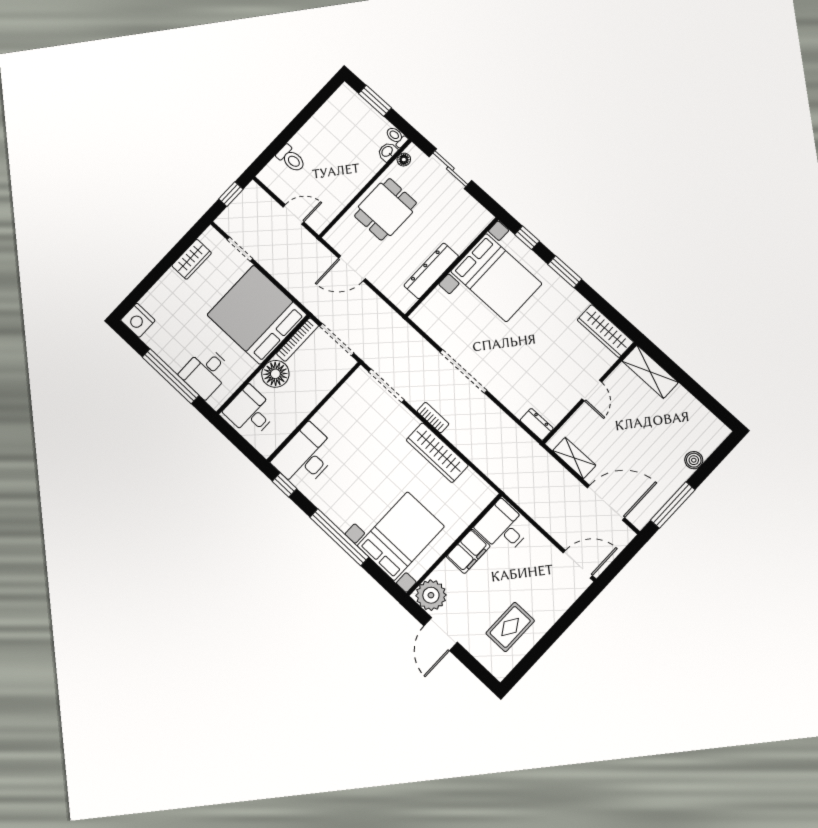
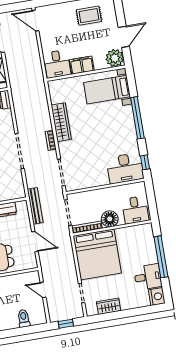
bench: (387, 315) -> (35, 206), added
desk: (206, 372) -> (148, 277), moved
bed with nightstands: (401, 536) -> (107, 90), width x0.73

